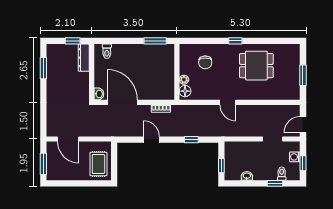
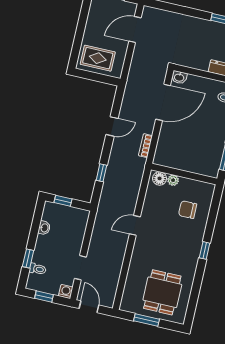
dining table: (256, 66) -> (162, 292), moved
washing machine: (295, 157) -> (66, 292), moved

